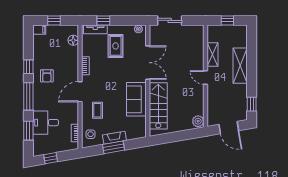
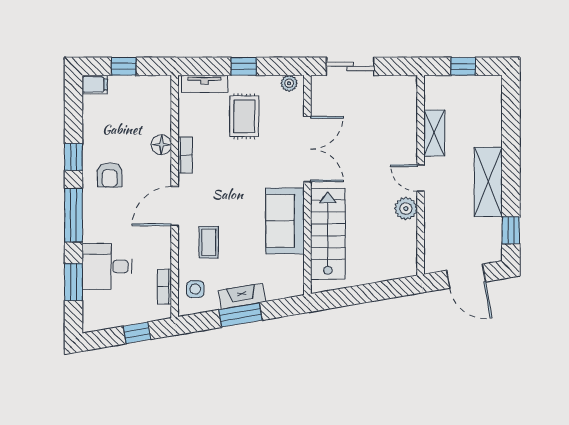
window: (103, 20) -> (244, 66), moved
floor lamp: (73, 40) -> (161, 145), moved
shelving: (240, 66) -> (488, 182), moved
plant: (198, 121) -> (406, 209), moved
window: (51, 158) -> (137, 333), moved

